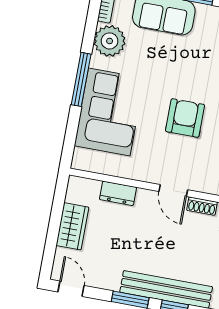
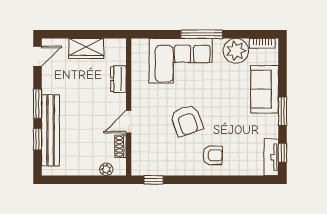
armchair: (185, 118) -> (187, 121), turned 71

